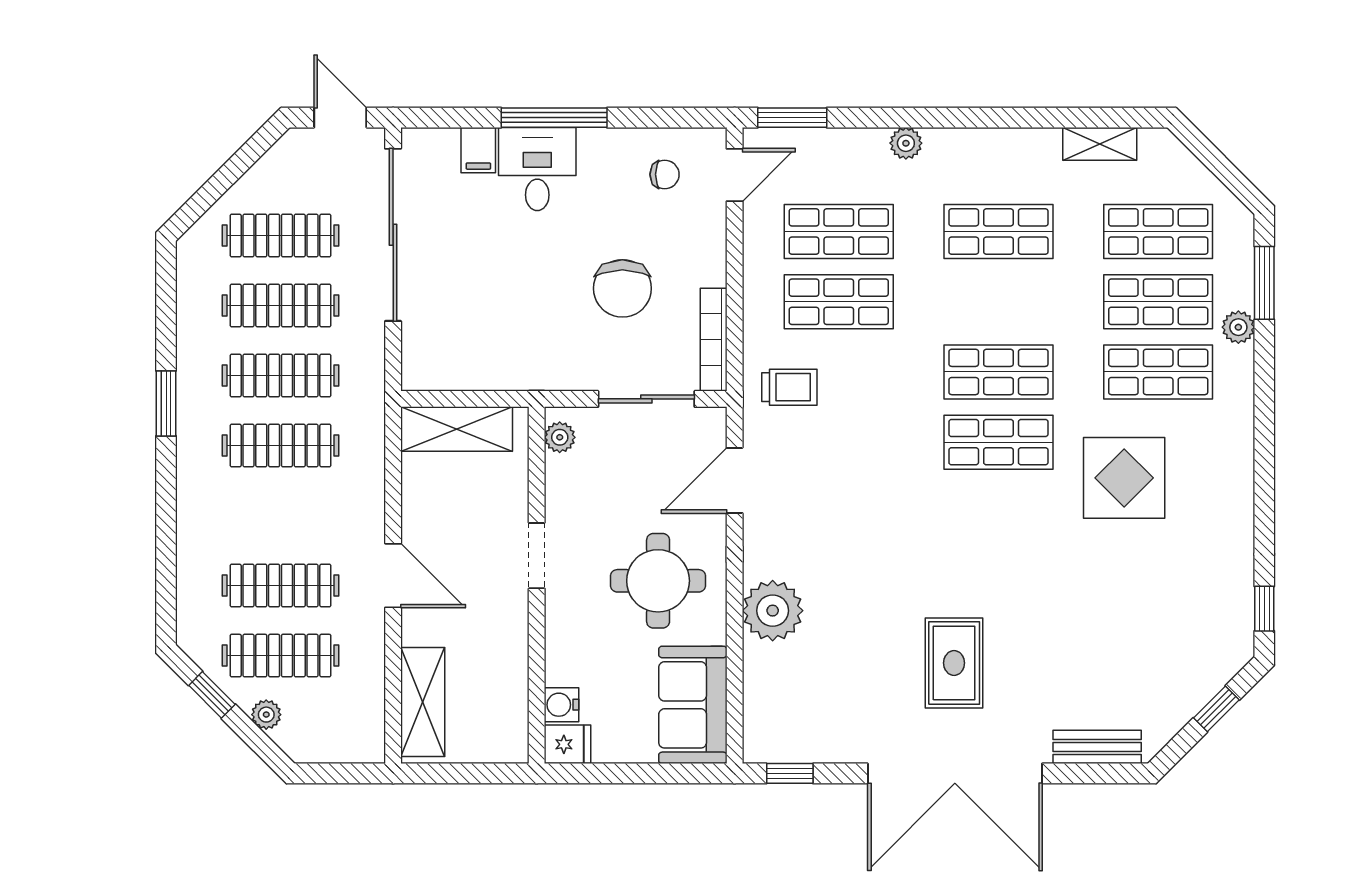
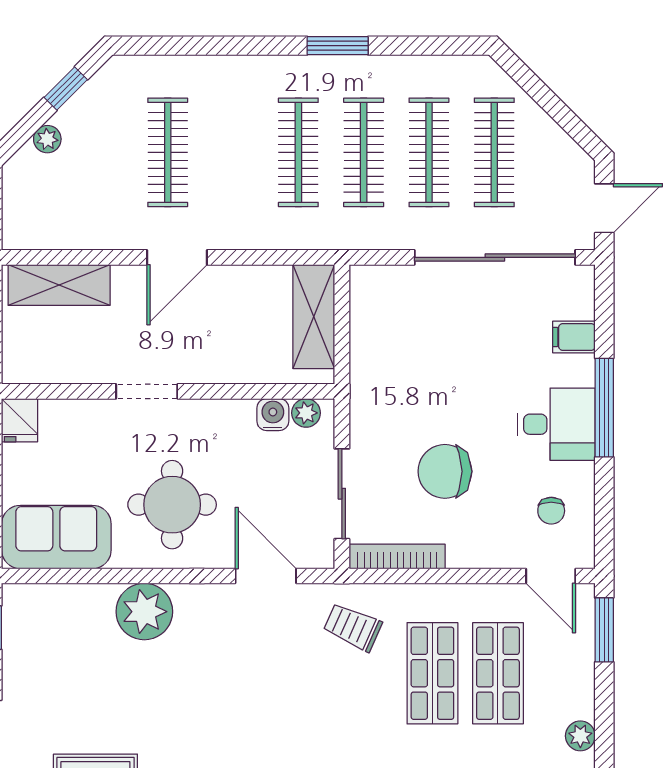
desk: (537, 169) -> (556, 424), moved
trolley: (789, 387) -> (353, 627), turned 114
doorway: (537, 556) -> (147, 391), moved
clothes rail: (281, 656) -> (102, 152), removed
water cooler: (561, 705) -> (273, 415), moved

